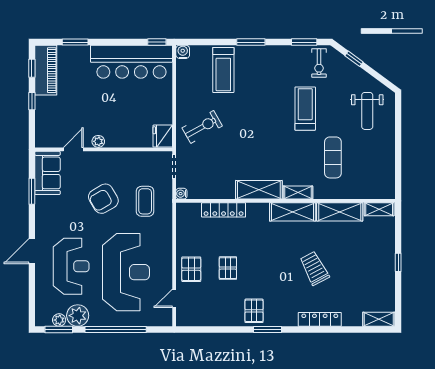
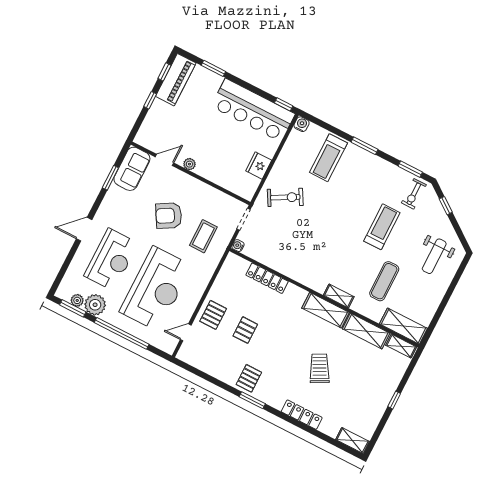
fridge: (163, 136) -> (259, 166), moved
shelving: (259, 190) -> (403, 326), moved

